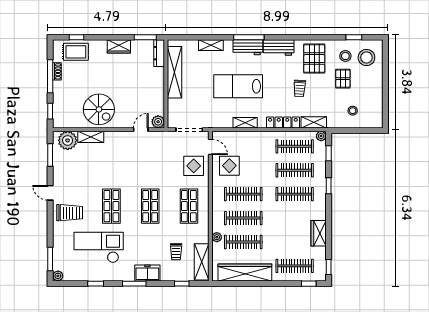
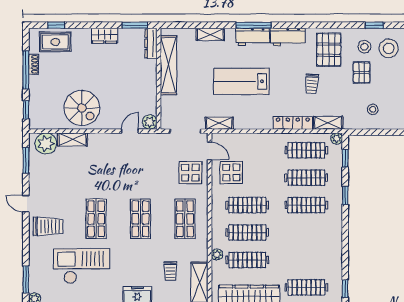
shelving: (245, 123) -> (219, 123), moved
wardrobe: (319, 233) -> (334, 250), removed

